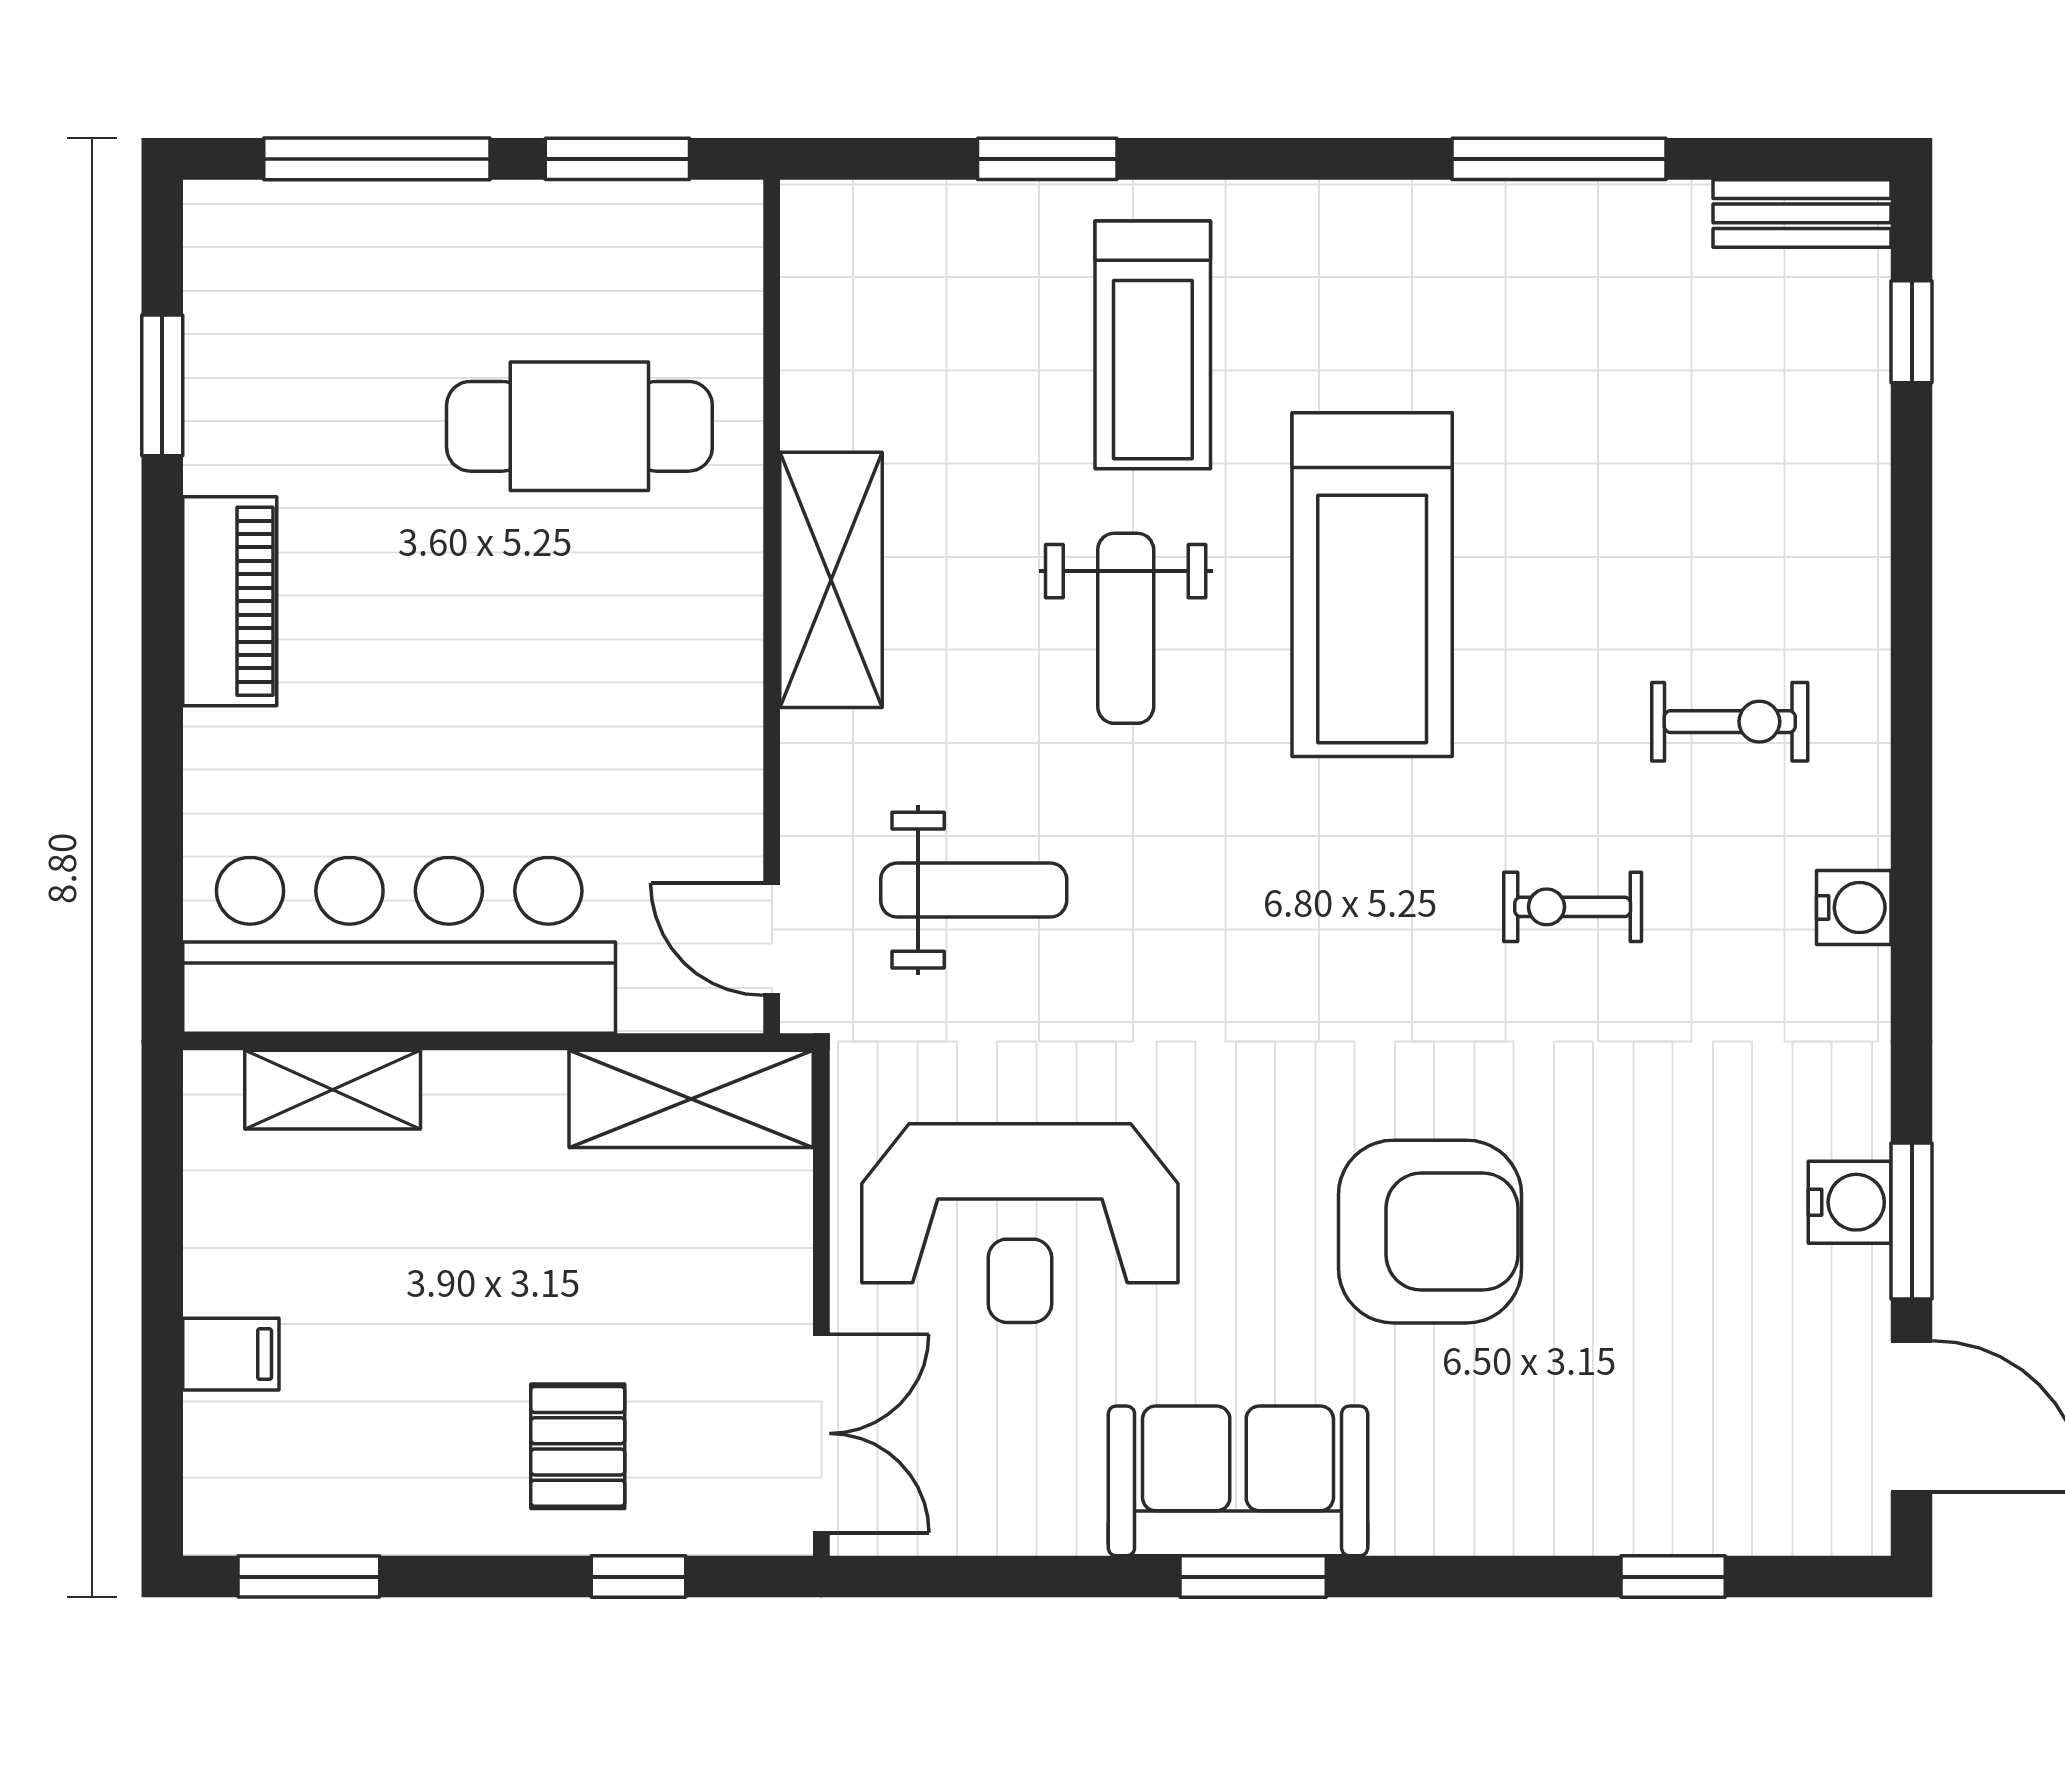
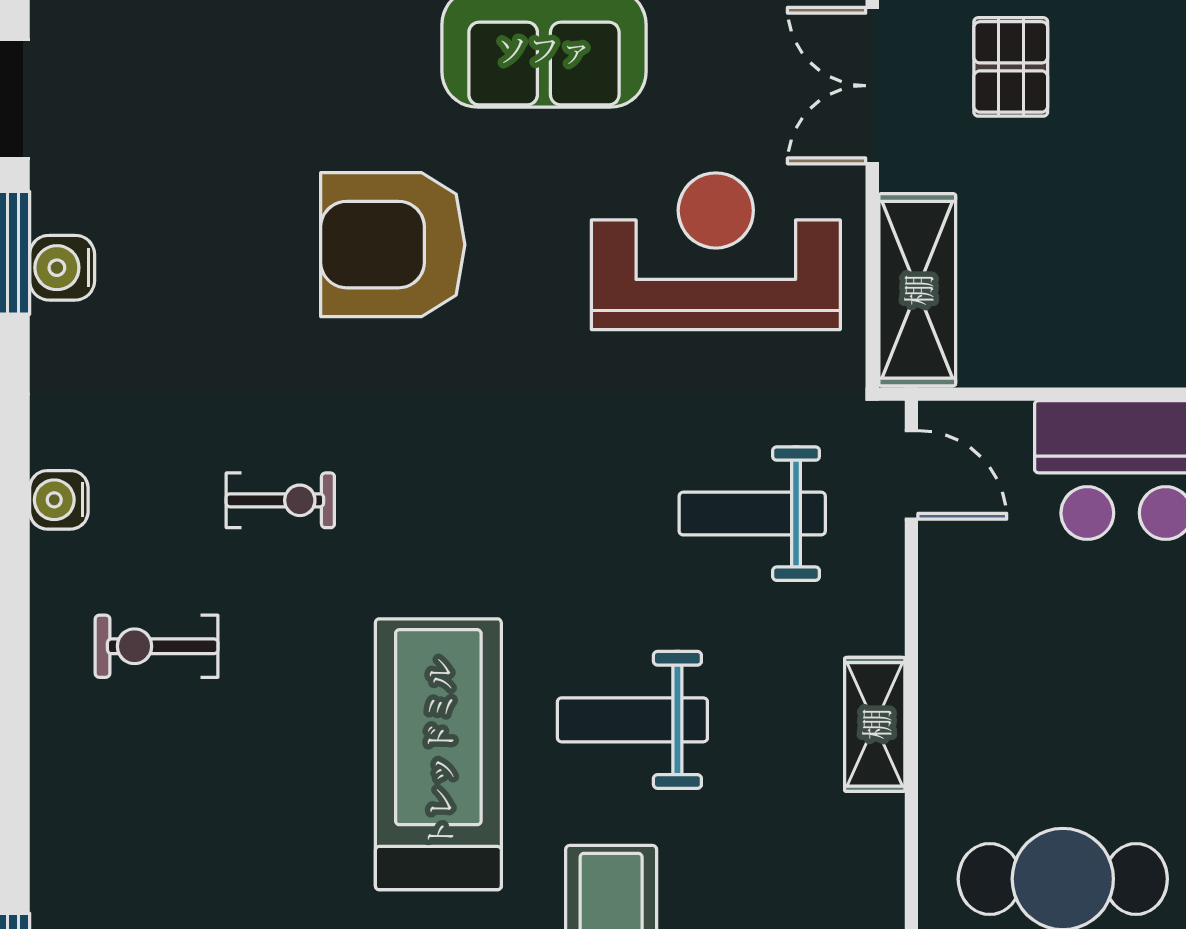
shelving: (831, 580) -> (875, 724), width x0.67, depth x0.75
weight bench: (1126, 628) -> (632, 720), turned -90
shelving: (691, 1099) -> (917, 290), moved, turned 90
pallet: (578, 1446) -> (1011, 67), moved

